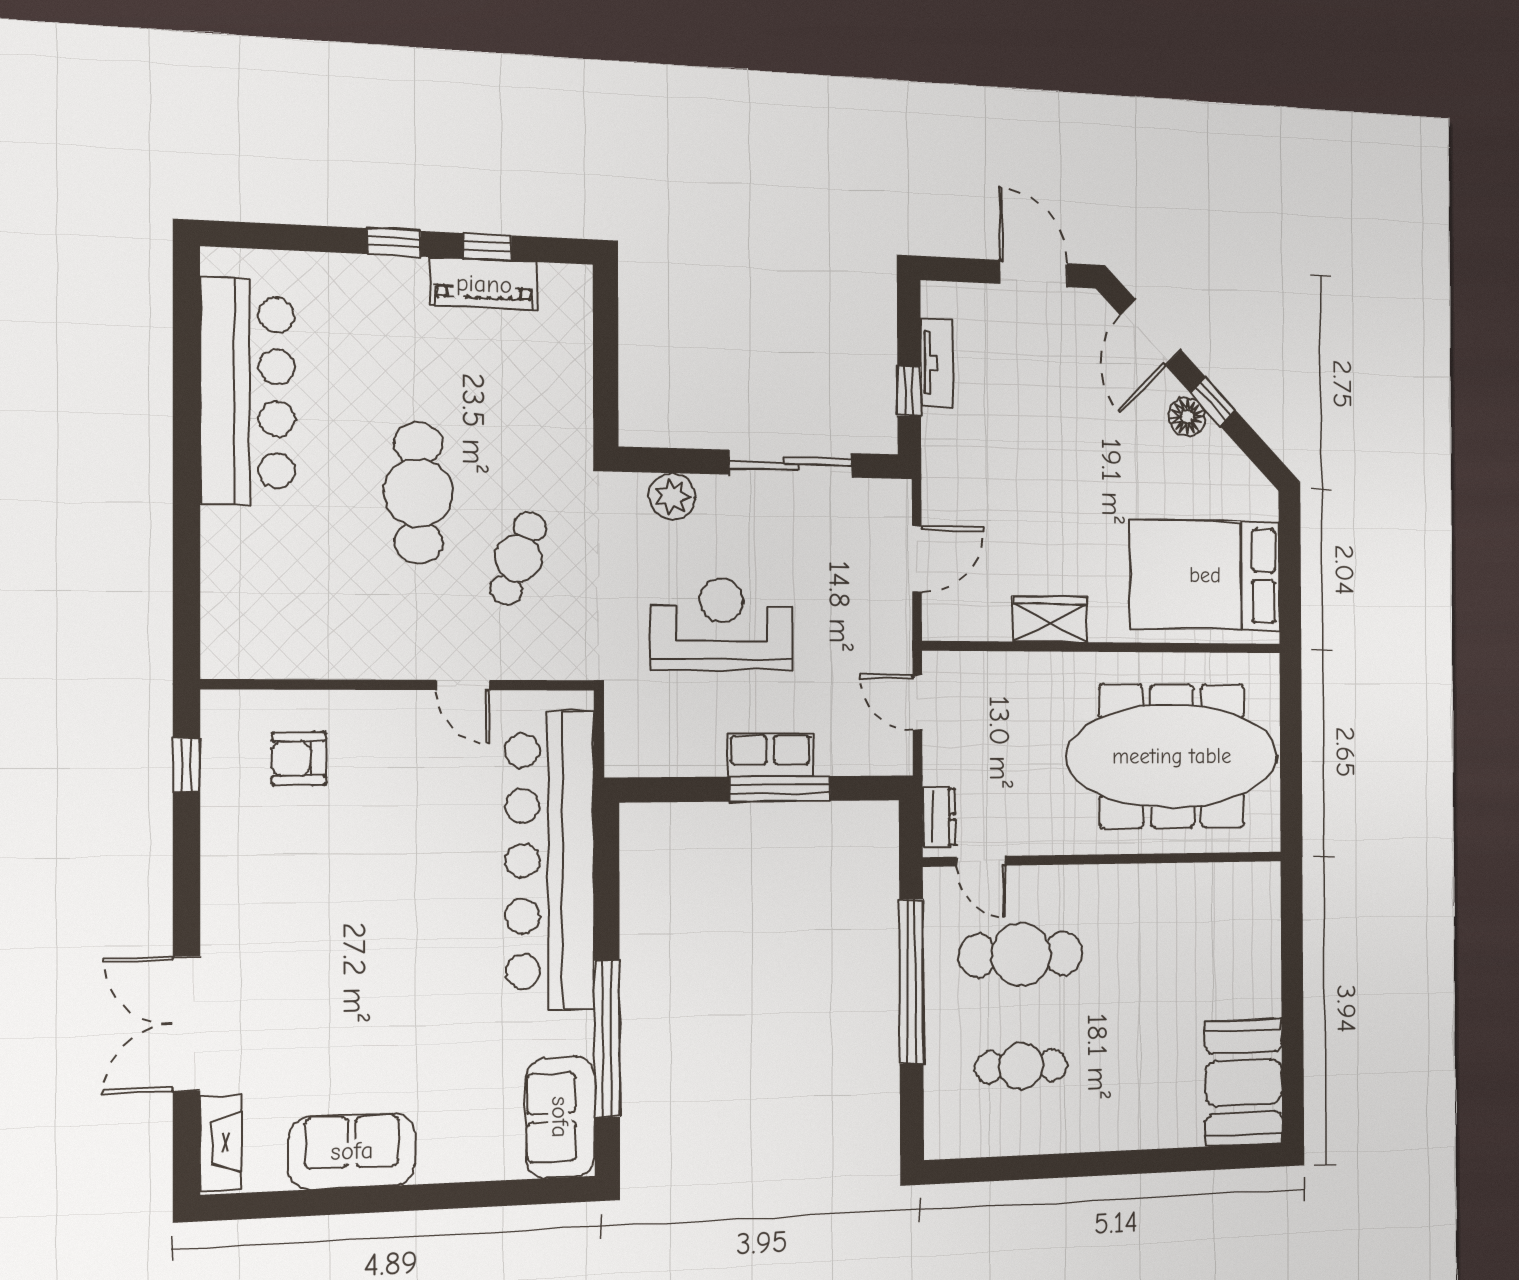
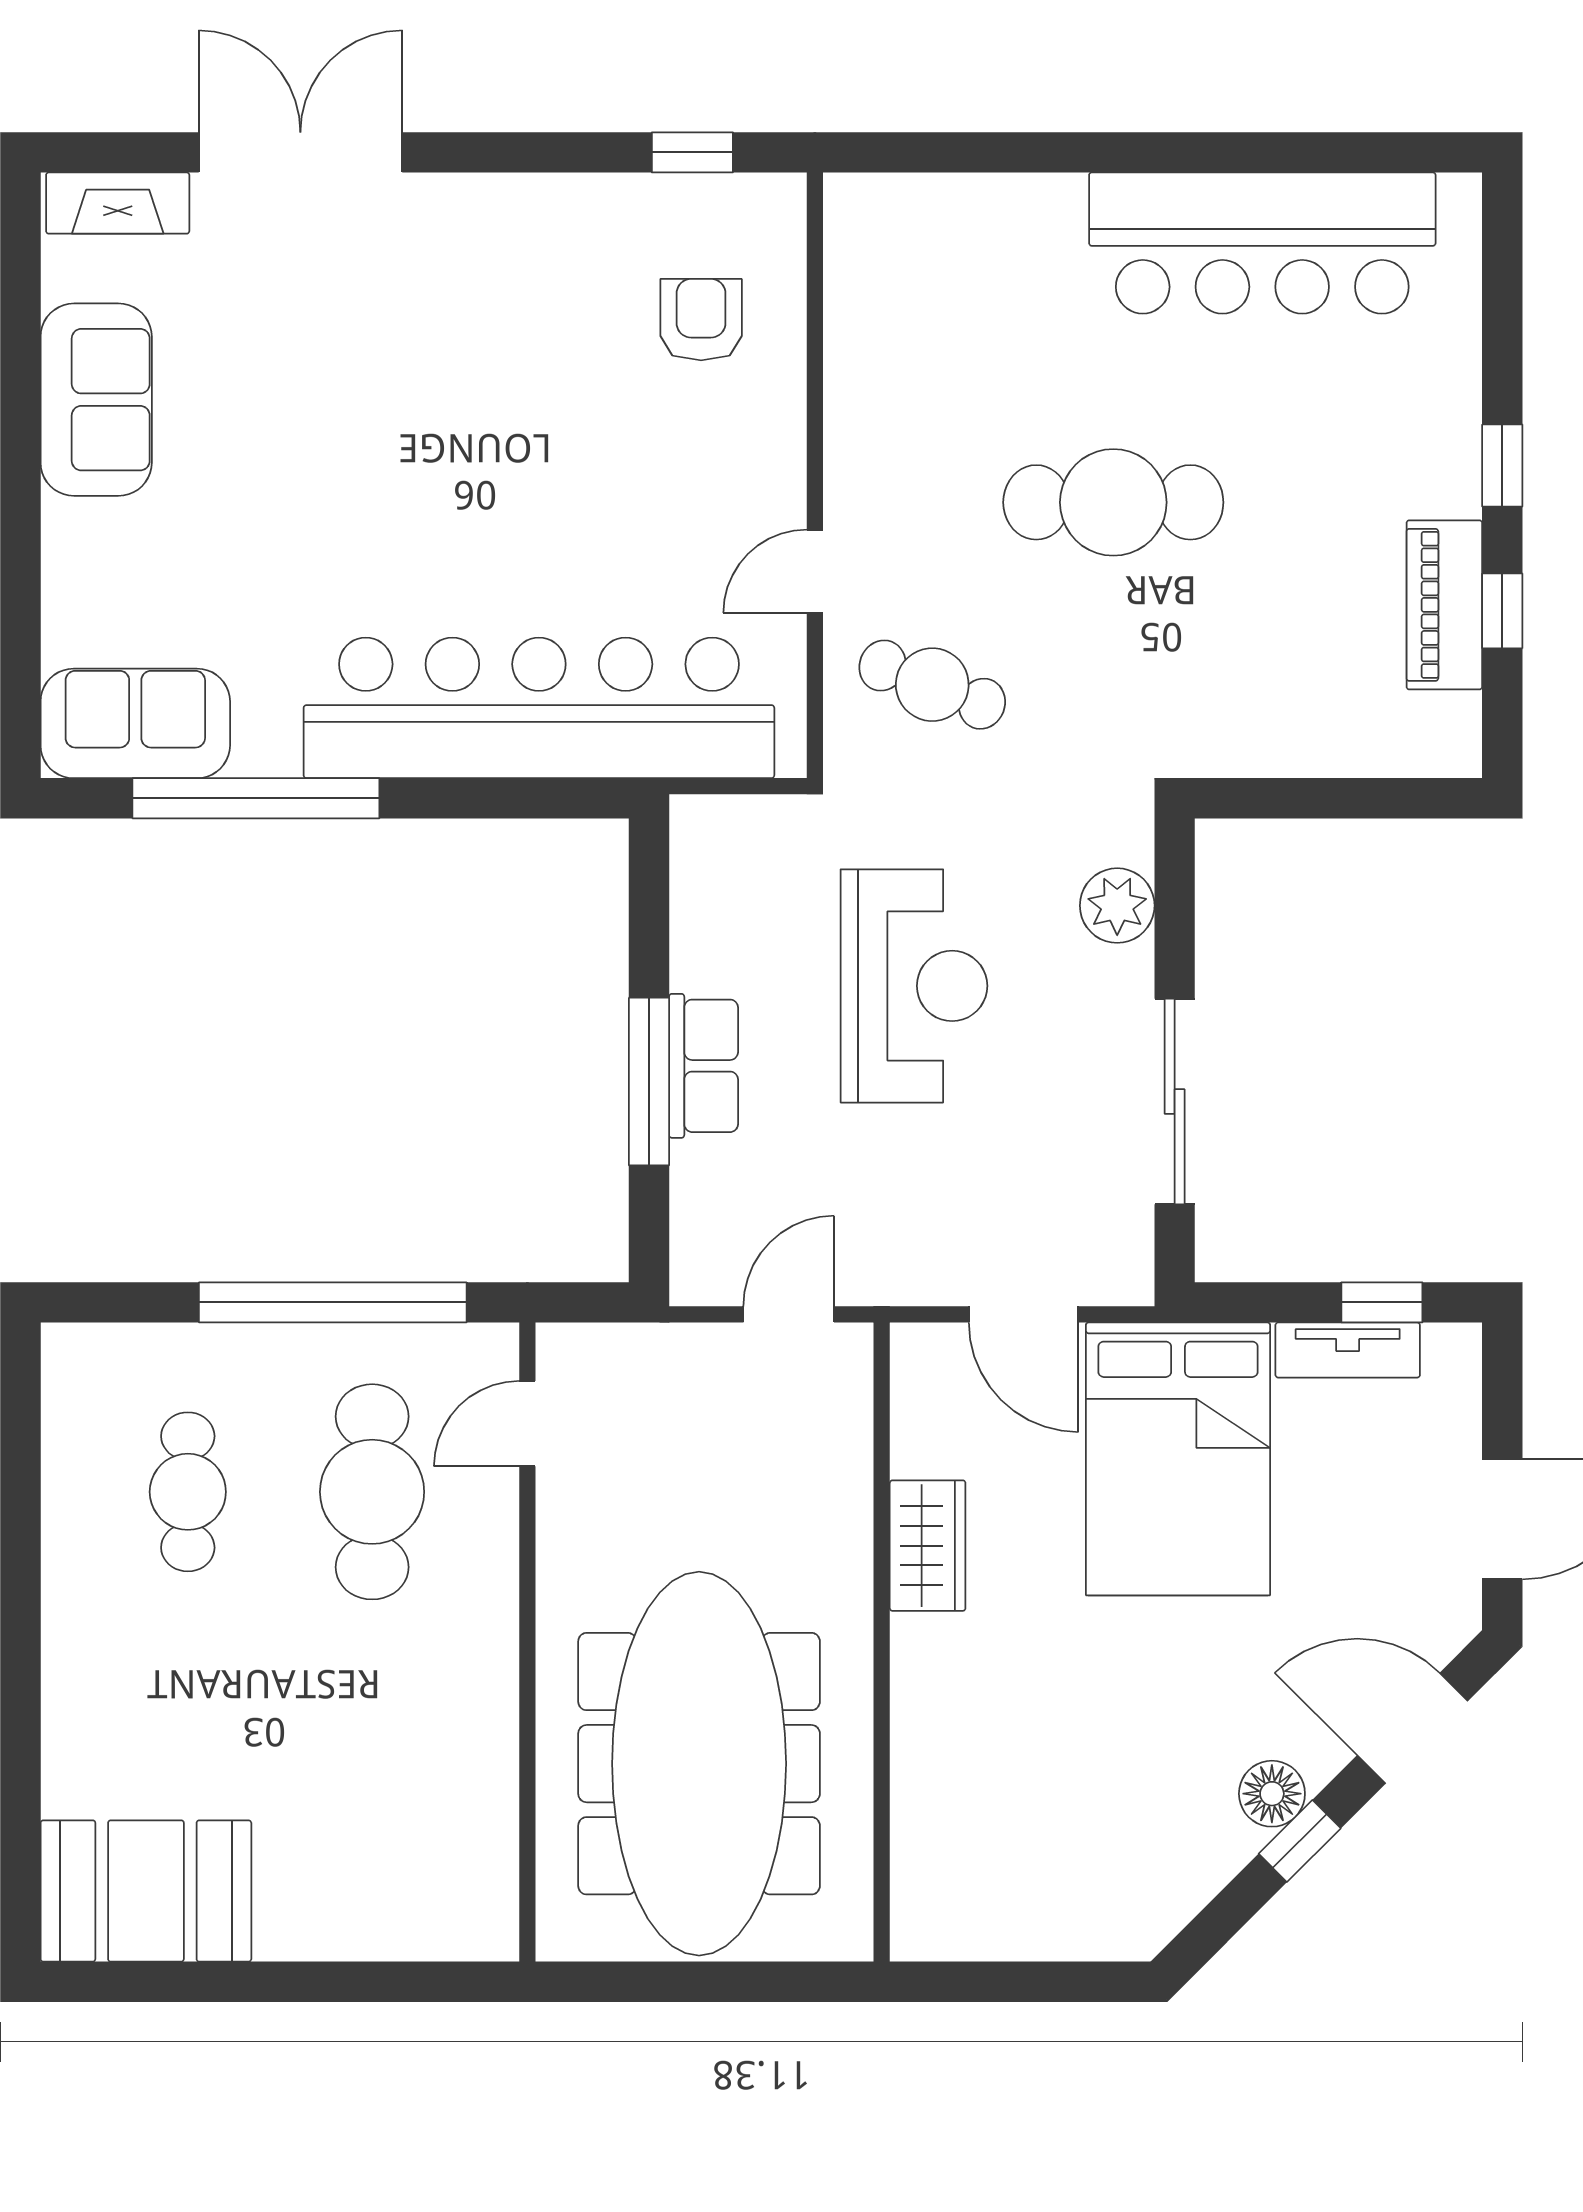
window: (909, 391) -> (1382, 1302), moved
cafe table: (518, 558) -> (932, 685), moved
bed: (1205, 575) -> (1178, 1459), moved, turned 180
dresser: (939, 817) -> (601, 1351), removed

